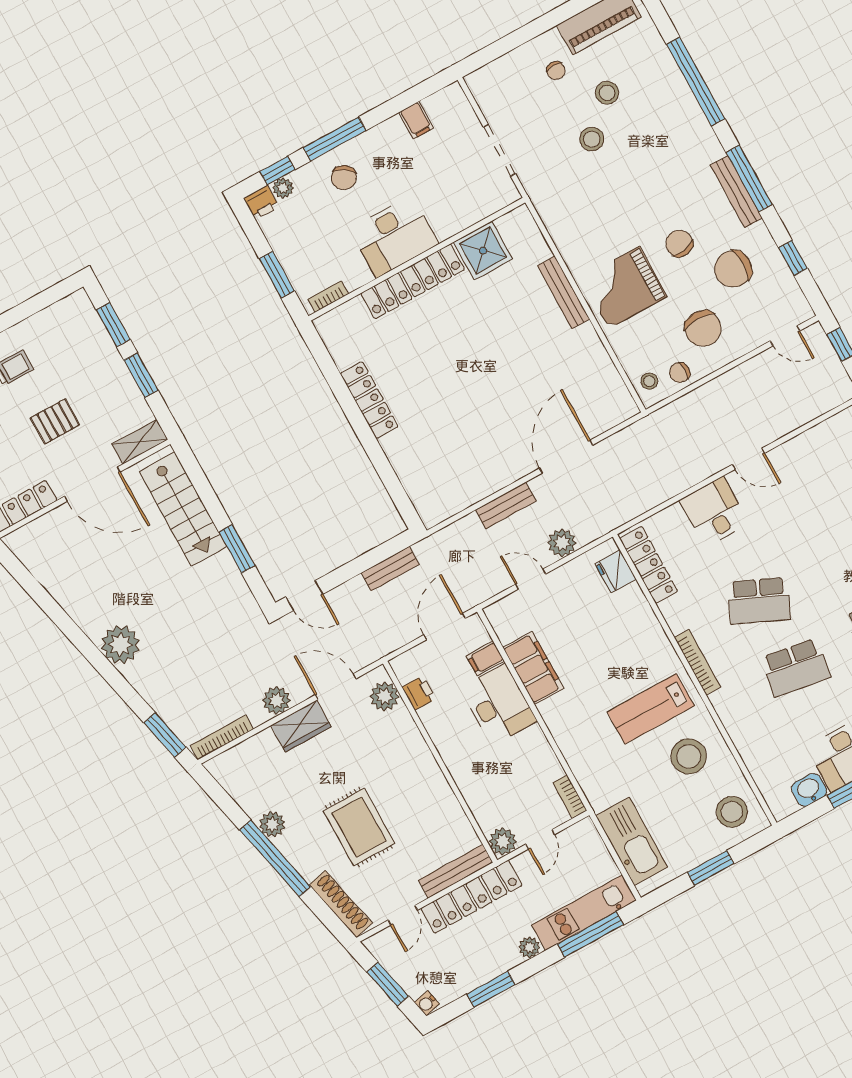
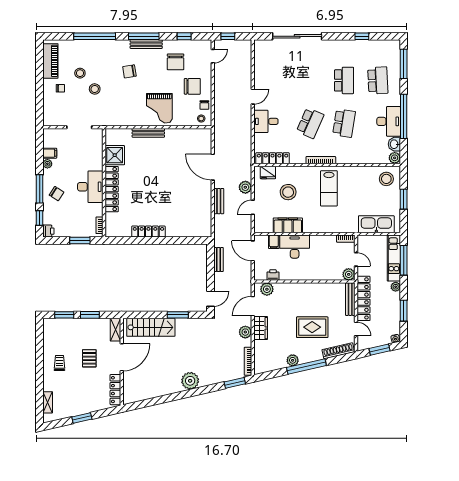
plant: (283, 188) -> (47, 164), moved
chair: (679, 243) -> (129, 71), moved
stool: (689, 756) -> (288, 192), moved
plant: (782, 805) -> (395, 158), added

